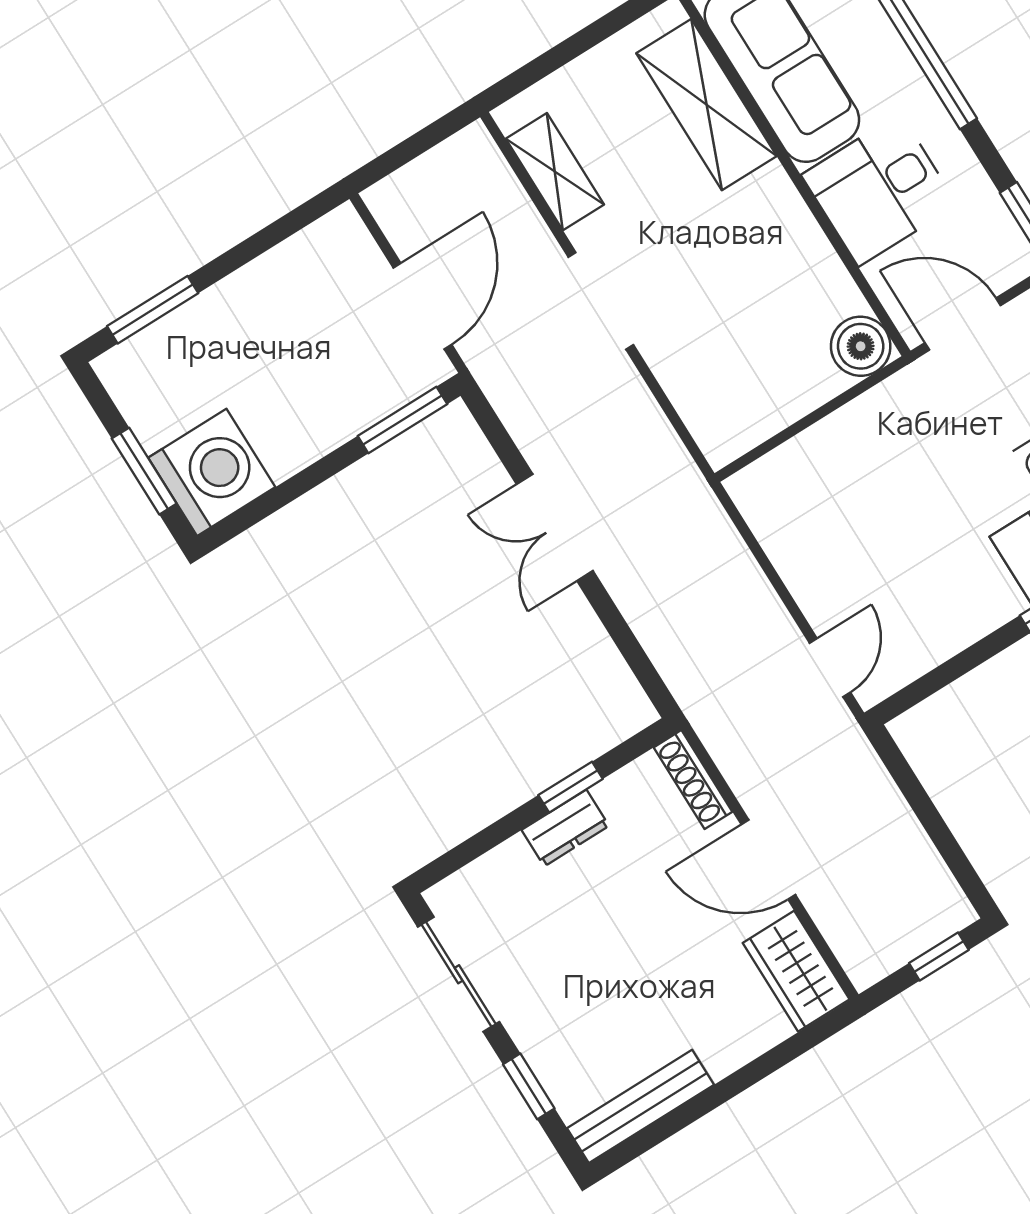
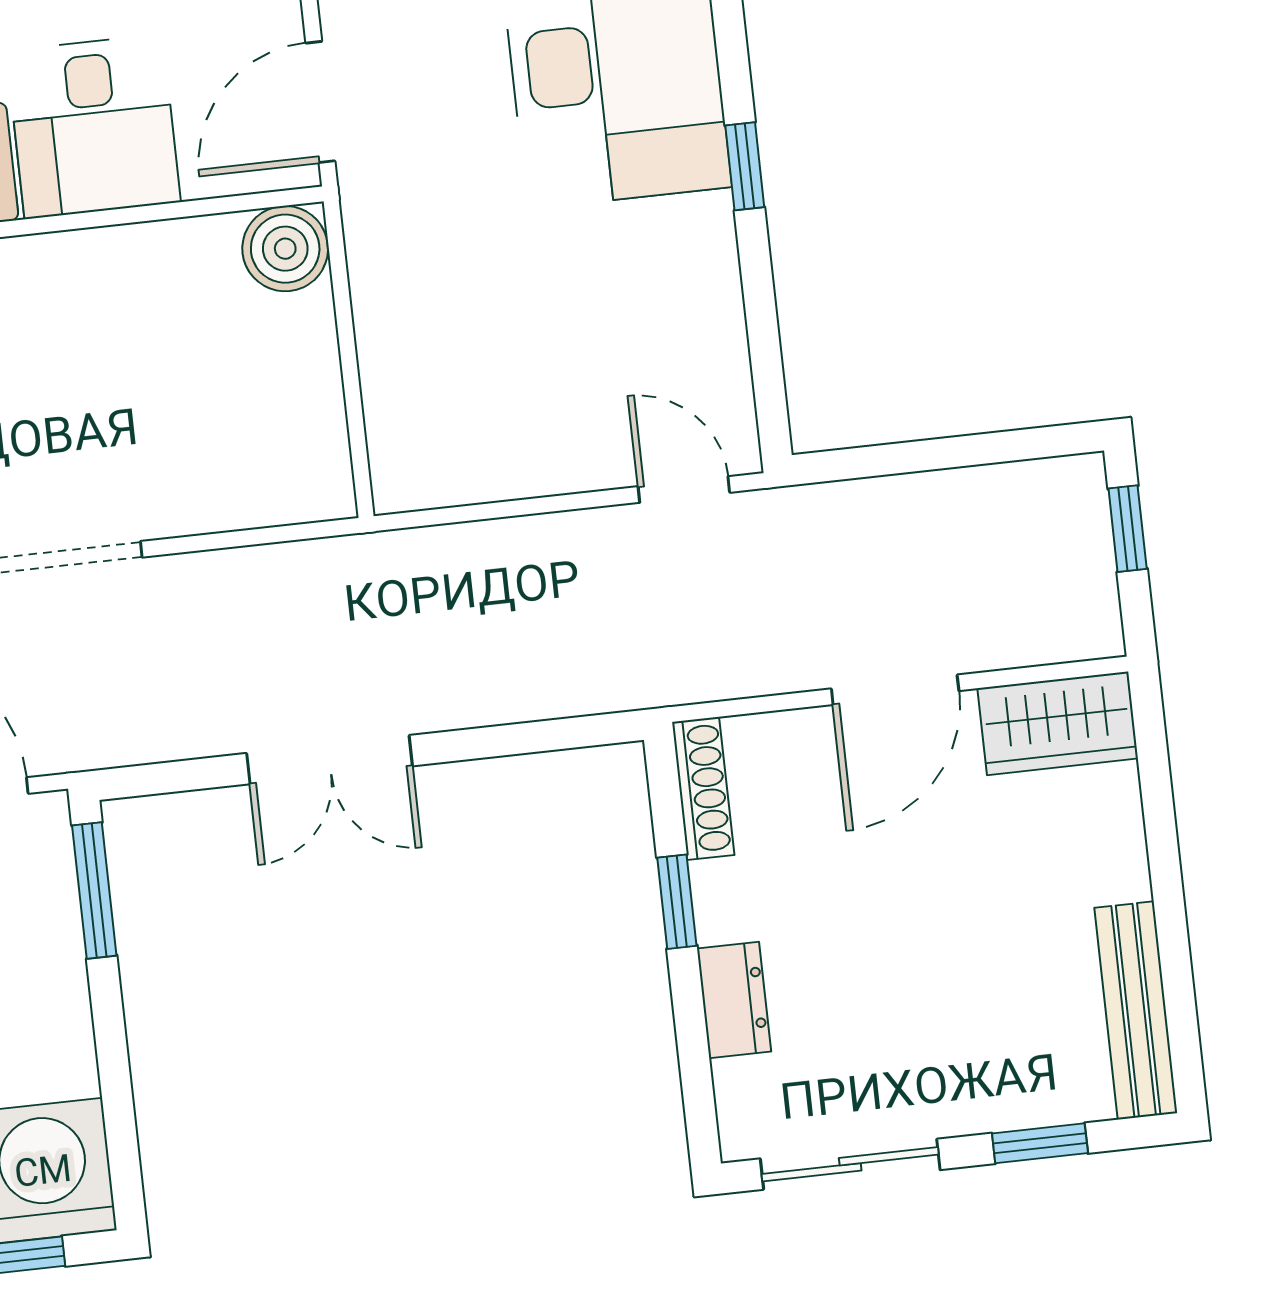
shoe rack: (693, 780) -> (703, 788), moved, turned -90
dresser: (565, 828) -> (734, 1000), moved

